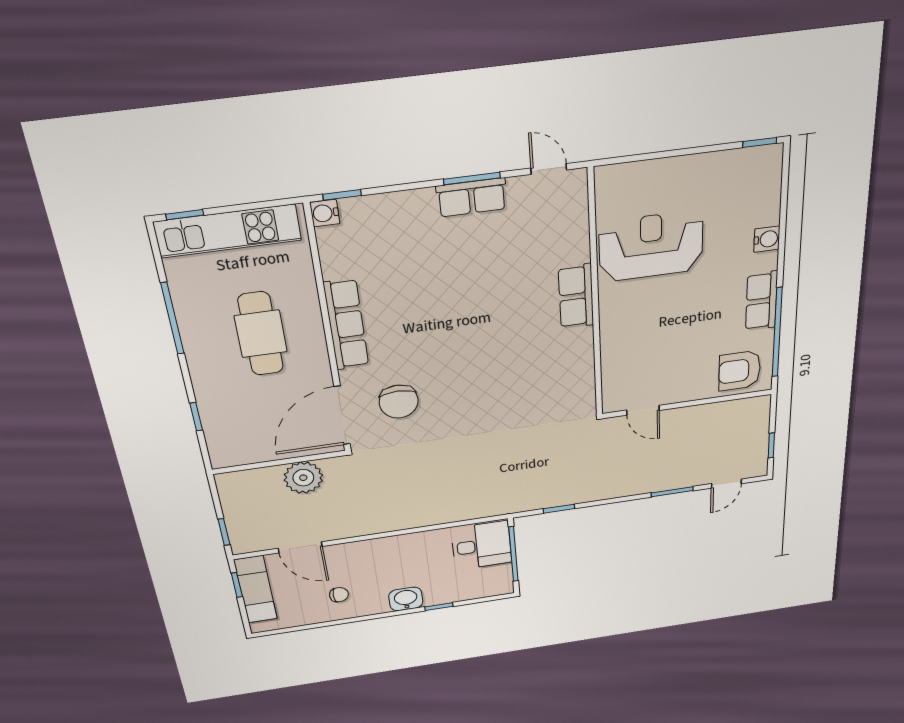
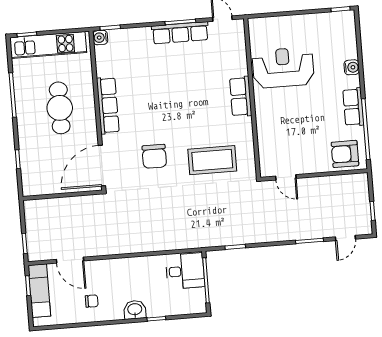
row of seats: (472, 197) -> (180, 33), width x1.48
coffee table: (526, 395) -> (212, 160), added
chair: (399, 402) -> (154, 156), moved
plant: (303, 478) -> (76, 208), removed

